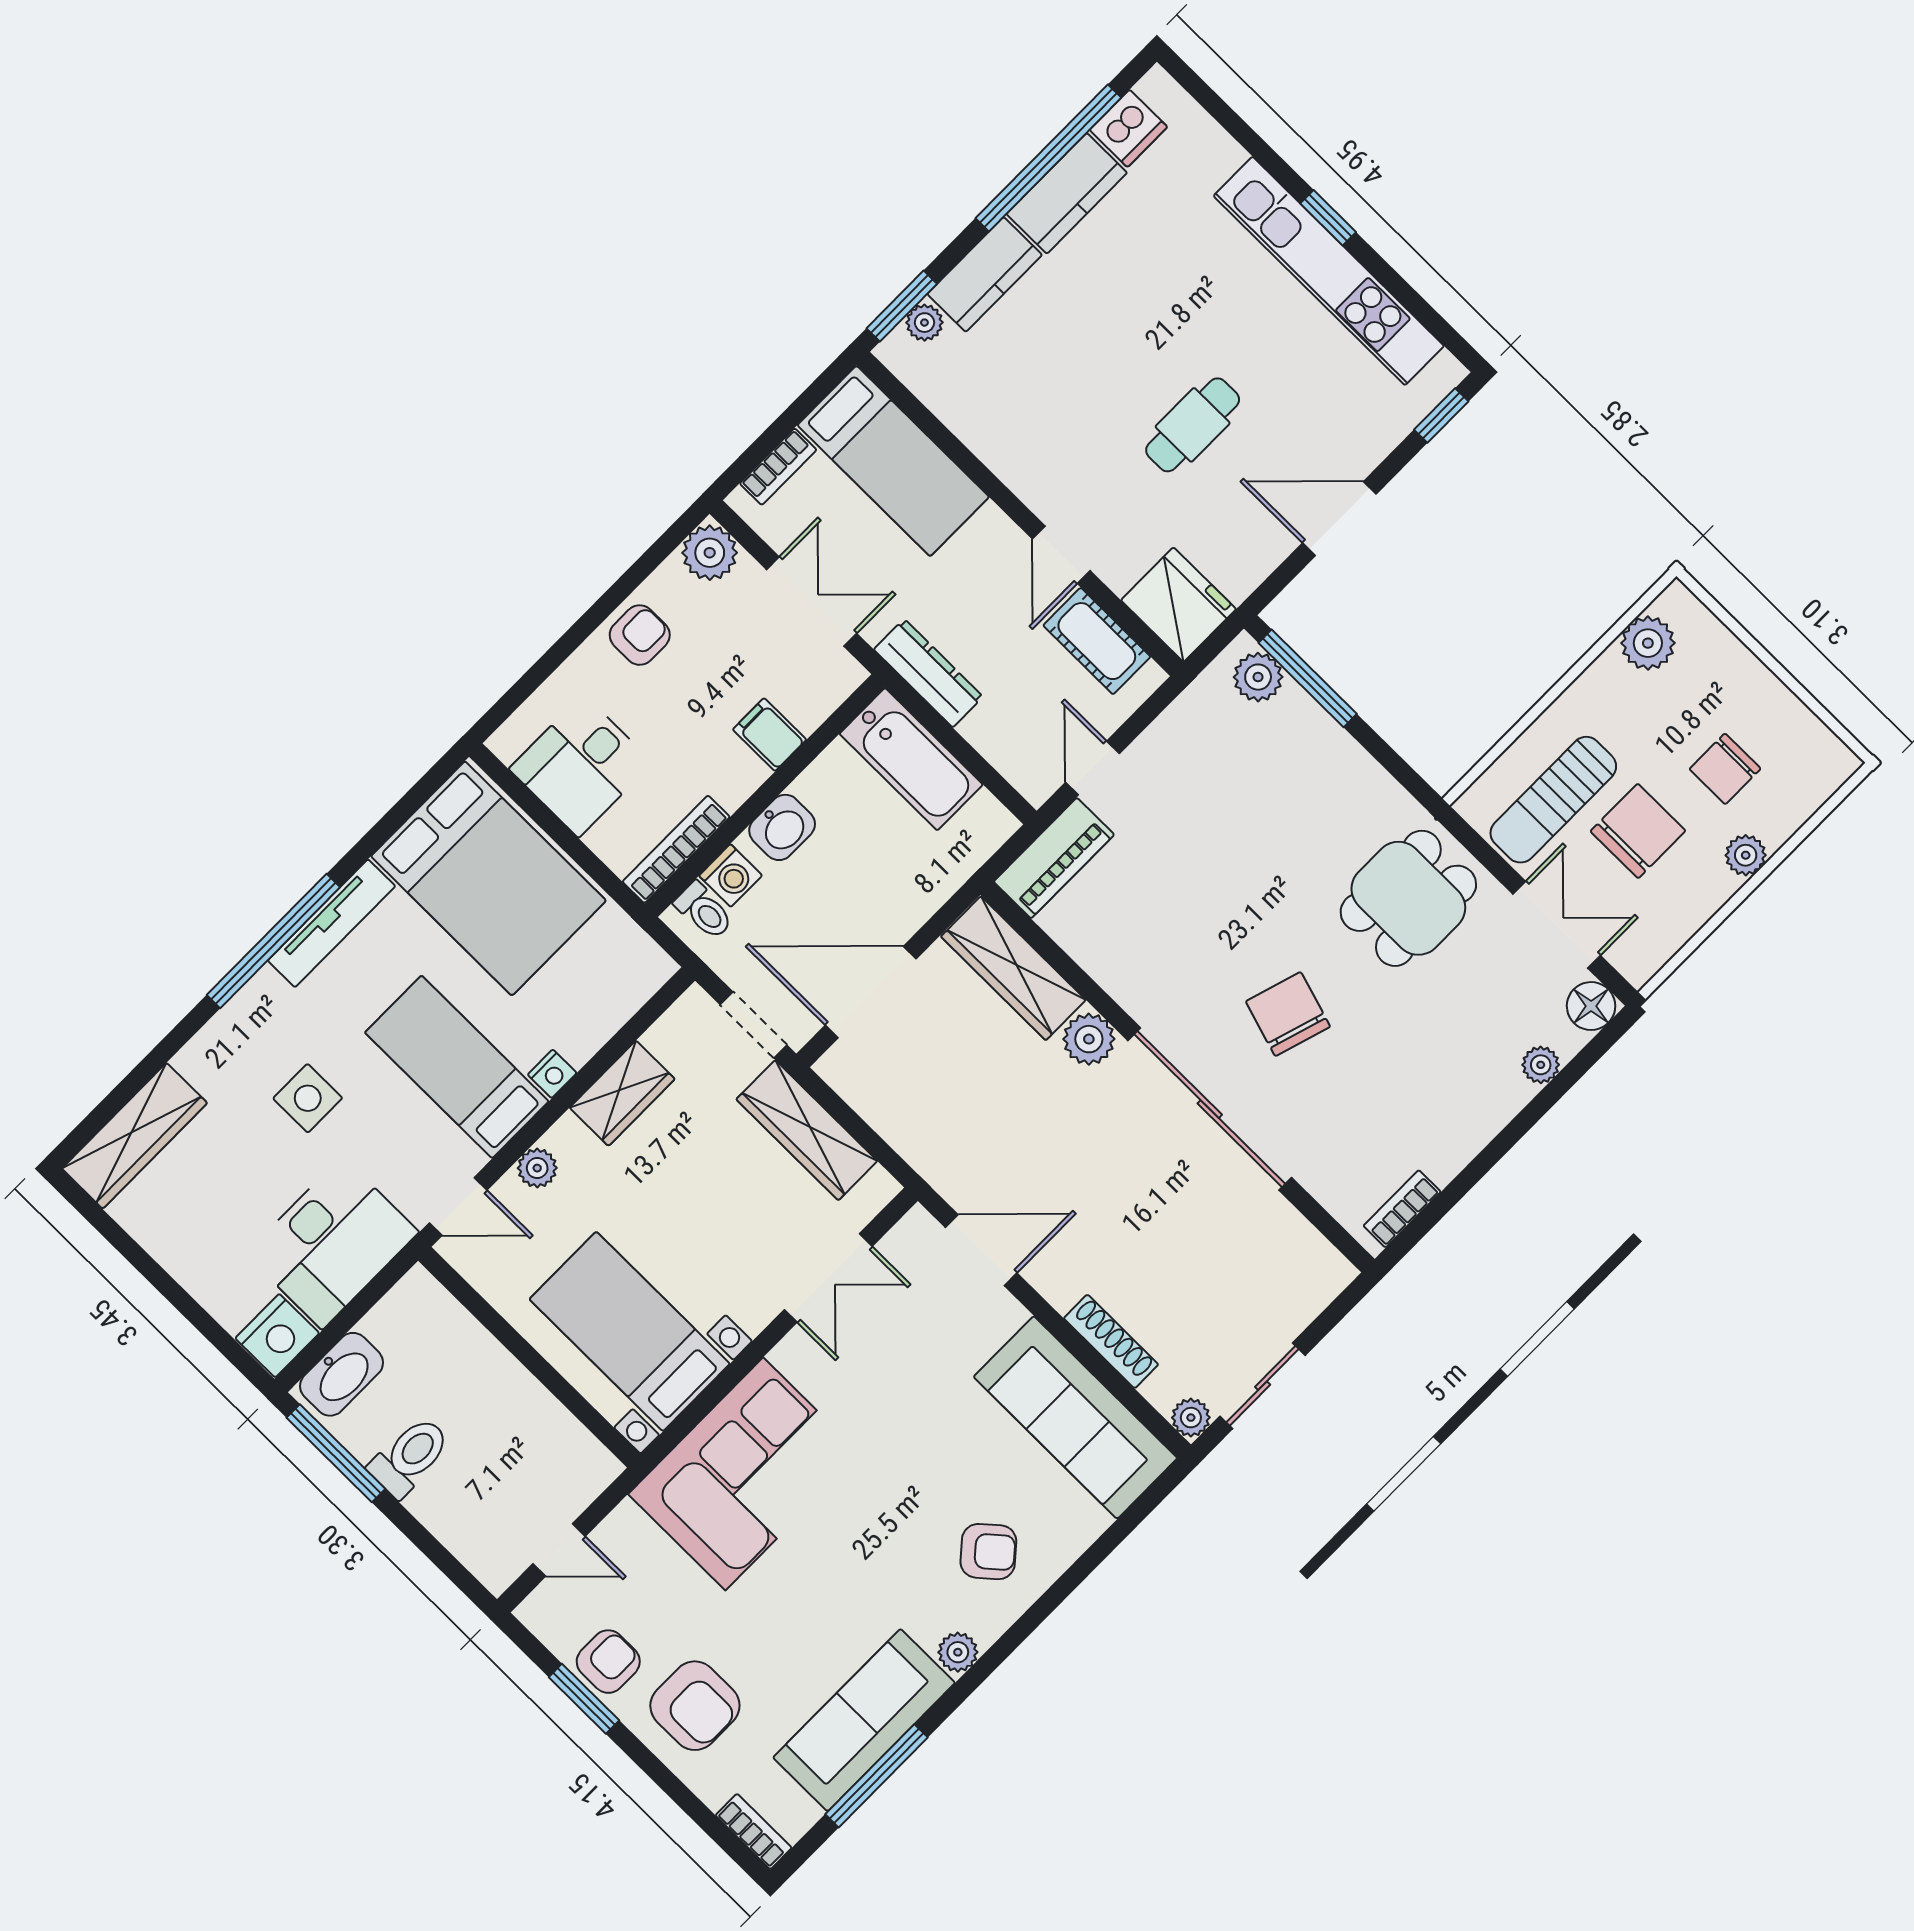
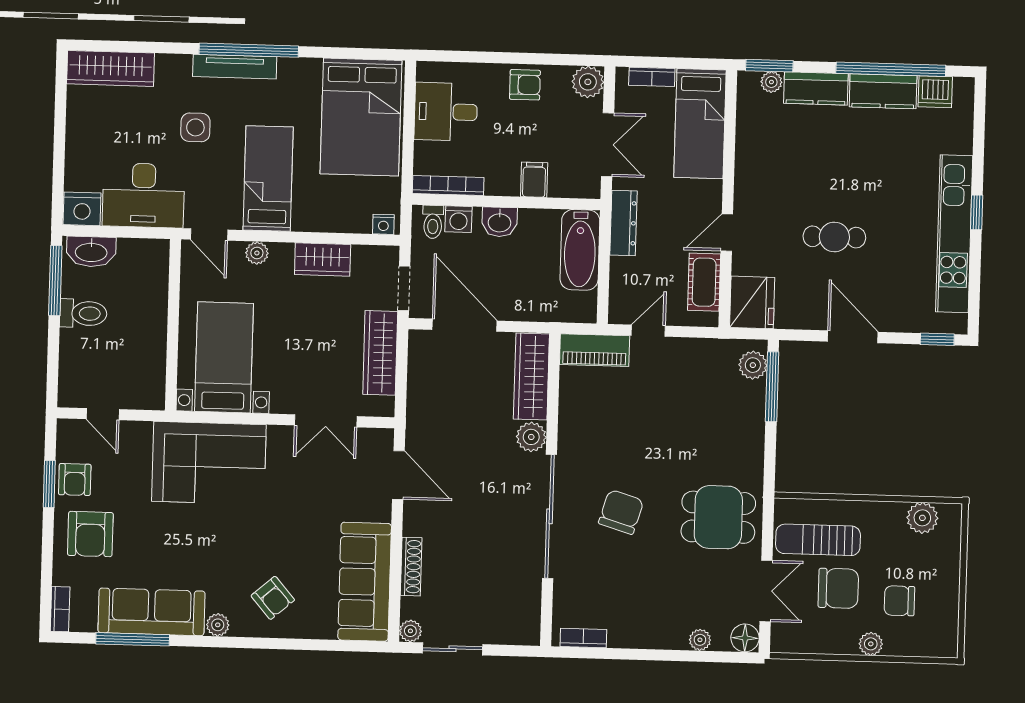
tv unit: (332, 923) -> (235, 67), moved
nightstand: (552, 1074) -> (383, 224), moved
armchair: (608, 1662) -> (75, 480), turned 90

